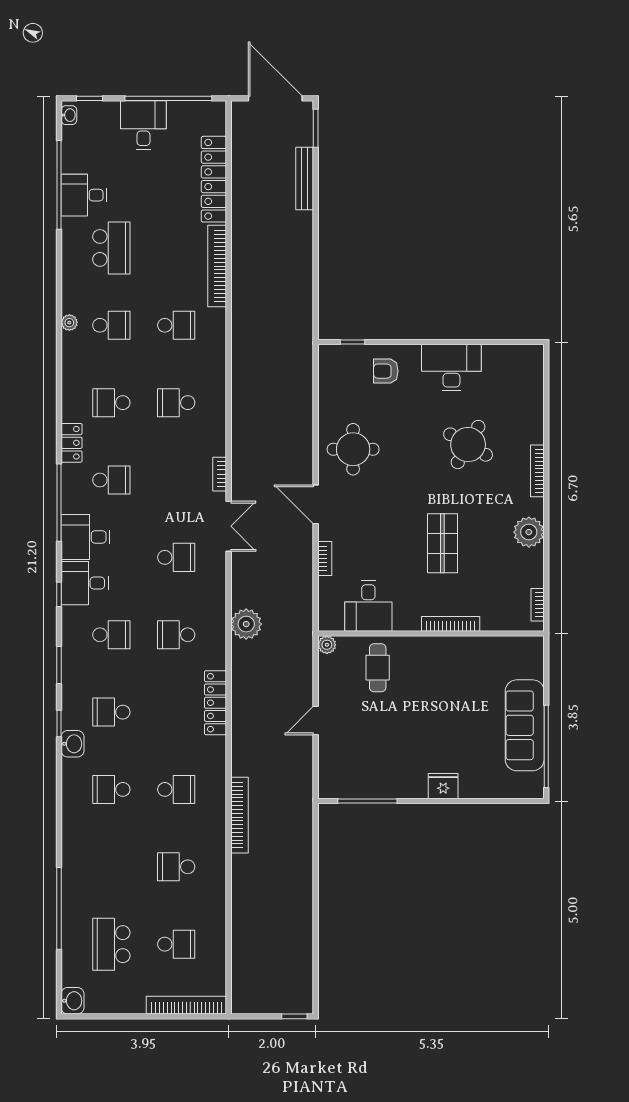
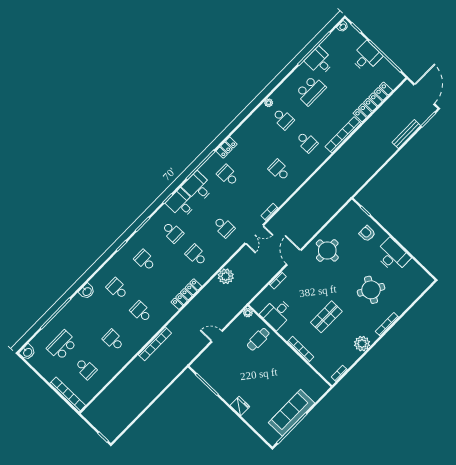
school desk: (111, 403) -> (255, 147), removed
school desk: (111, 480) -> (228, 175), turned 180
washbasin: (72, 744) -> (87, 291), moved
school desk: (176, 789) -> (141, 312), turned 180

